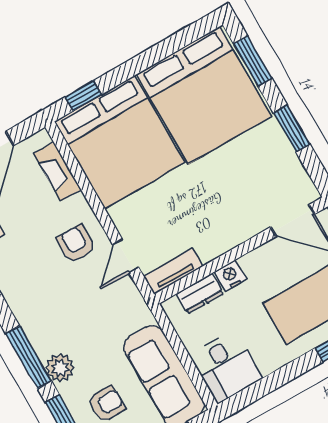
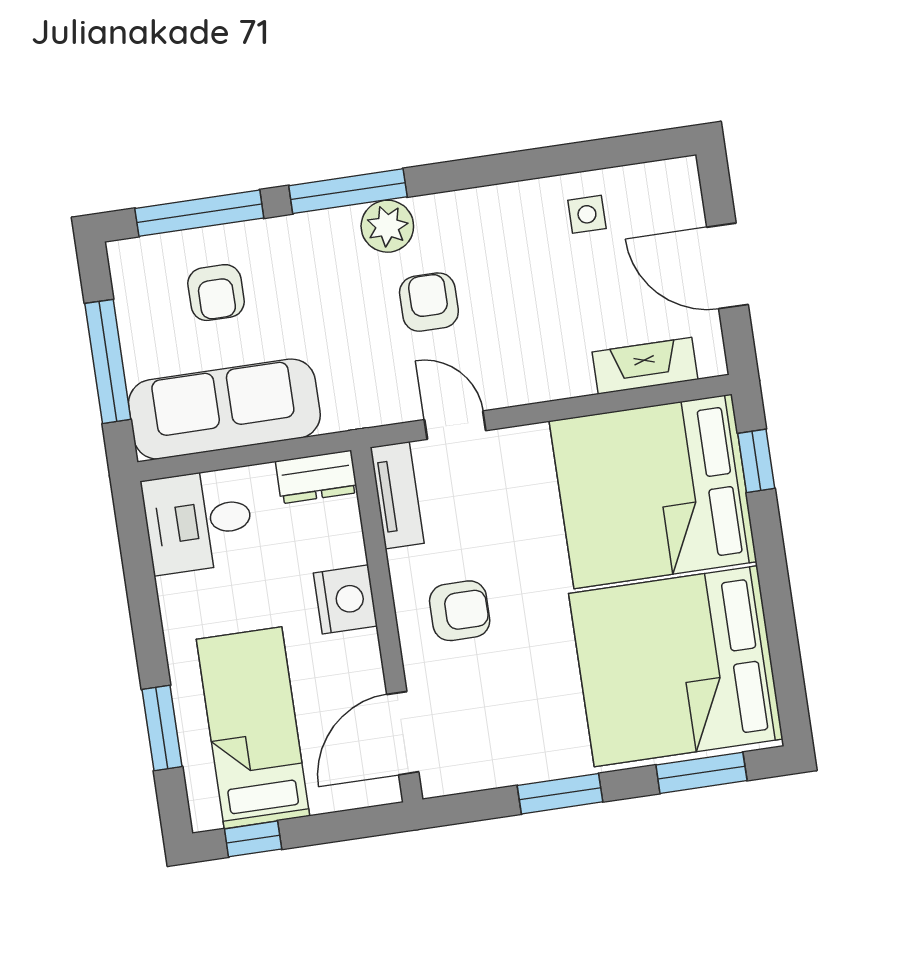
armchair: (219, 216) -> (460, 611), added
armchair: (76, 244) -> (429, 302), moved, turned -90
nightstand: (231, 276) -> (345, 599), width x1.36, depth x1.33
dresser: (200, 294) -> (316, 477), moved, turned -90
plant: (60, 368) -> (387, 226), moved

